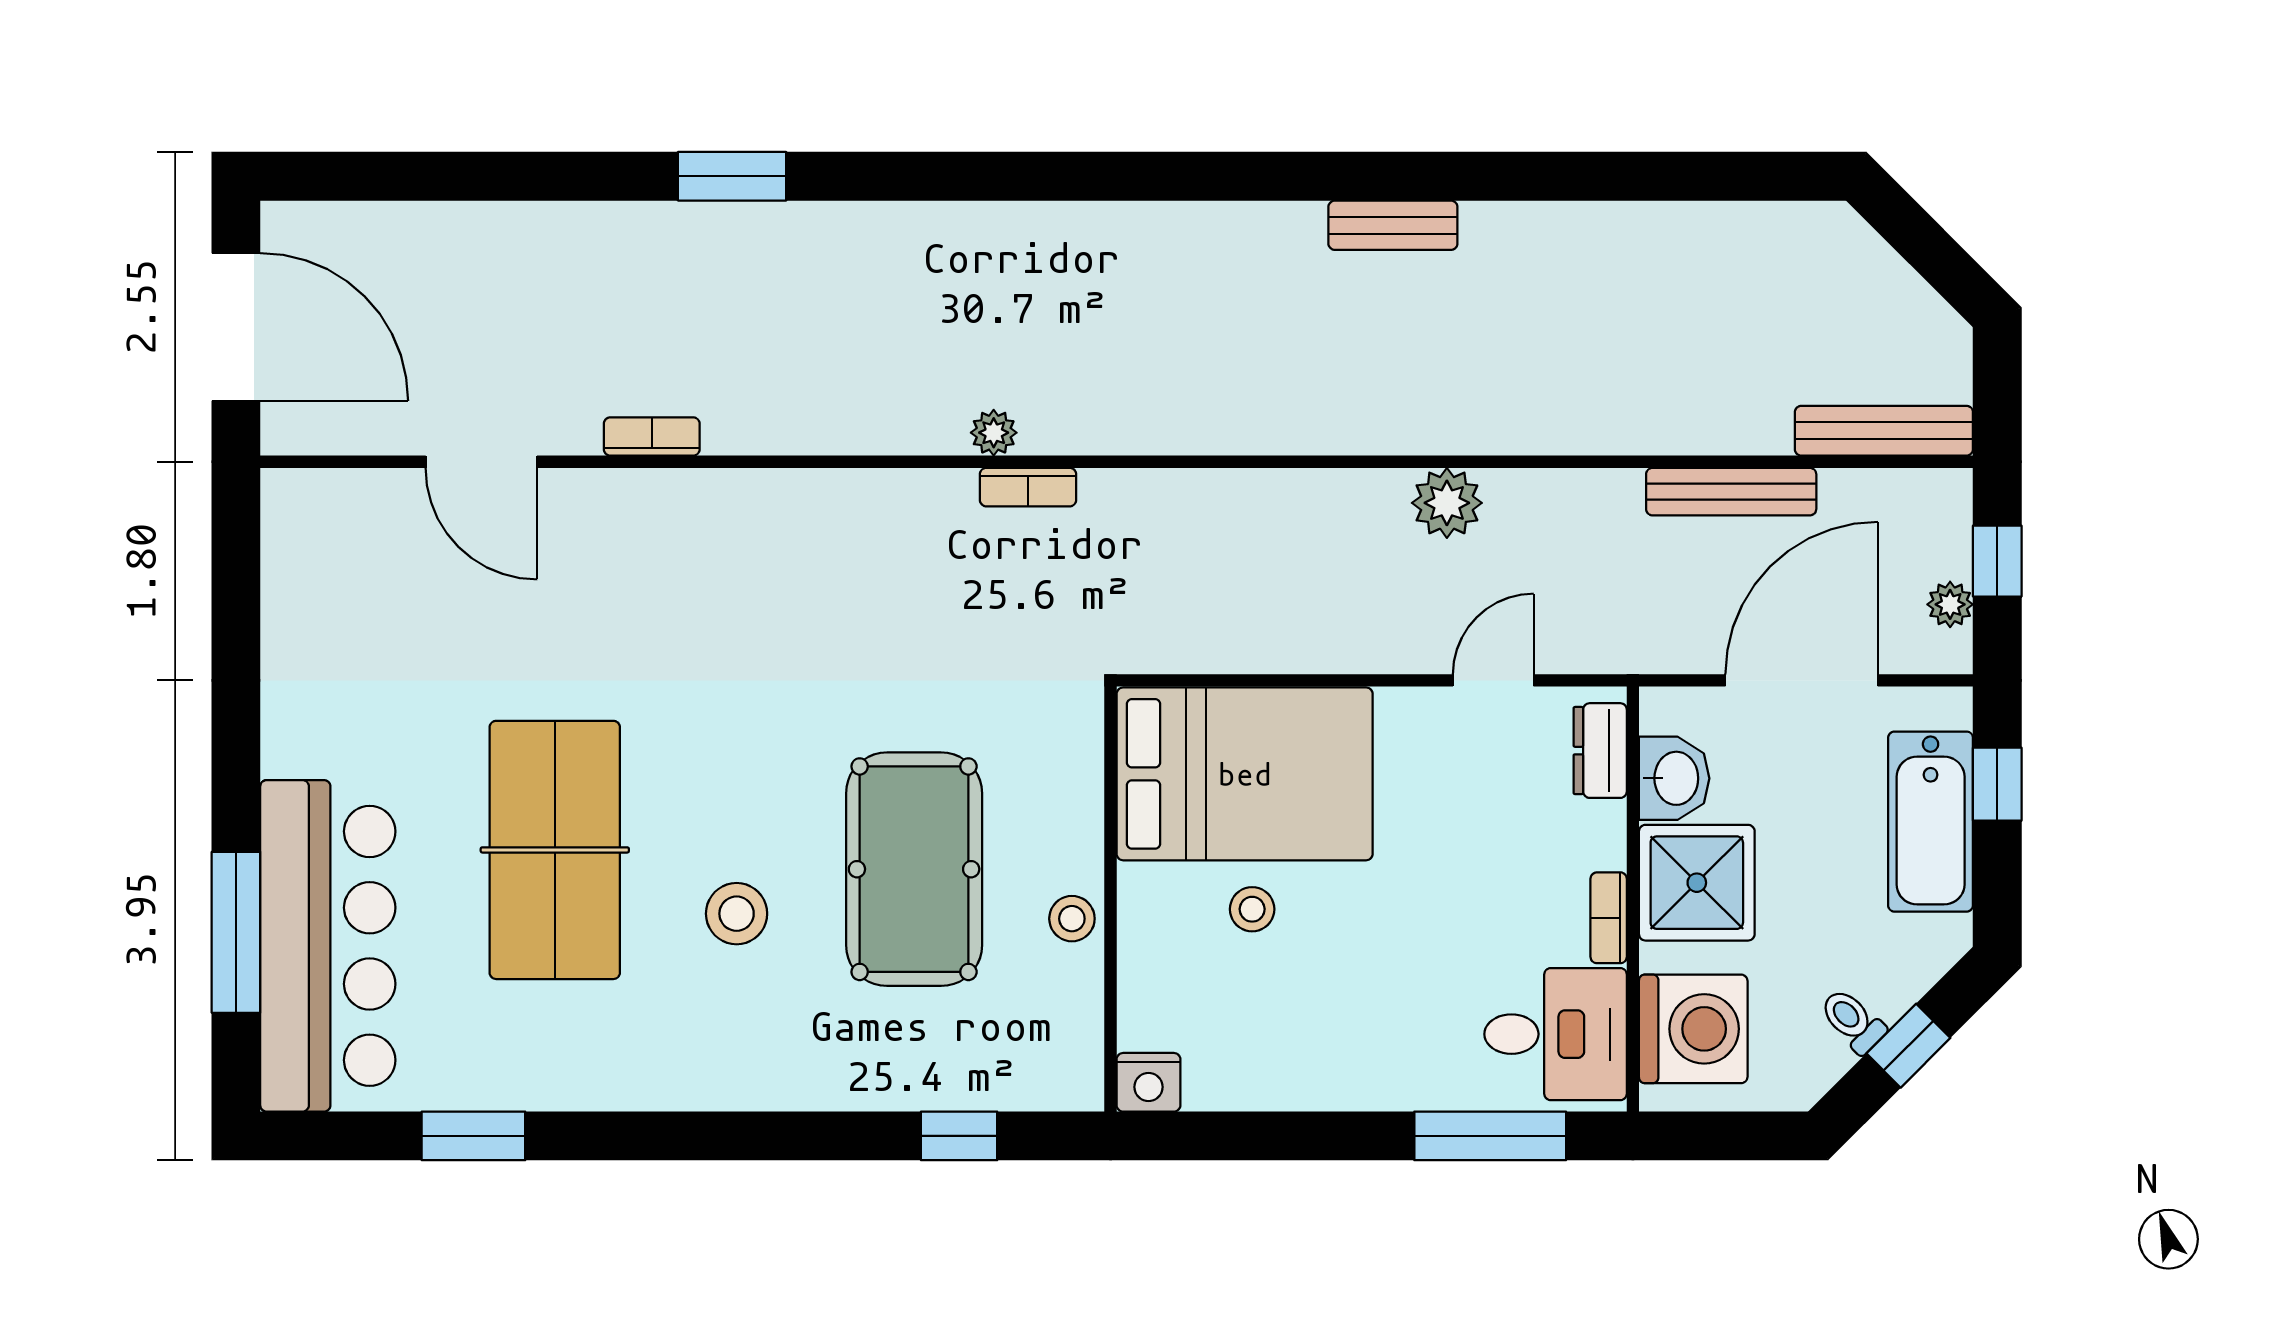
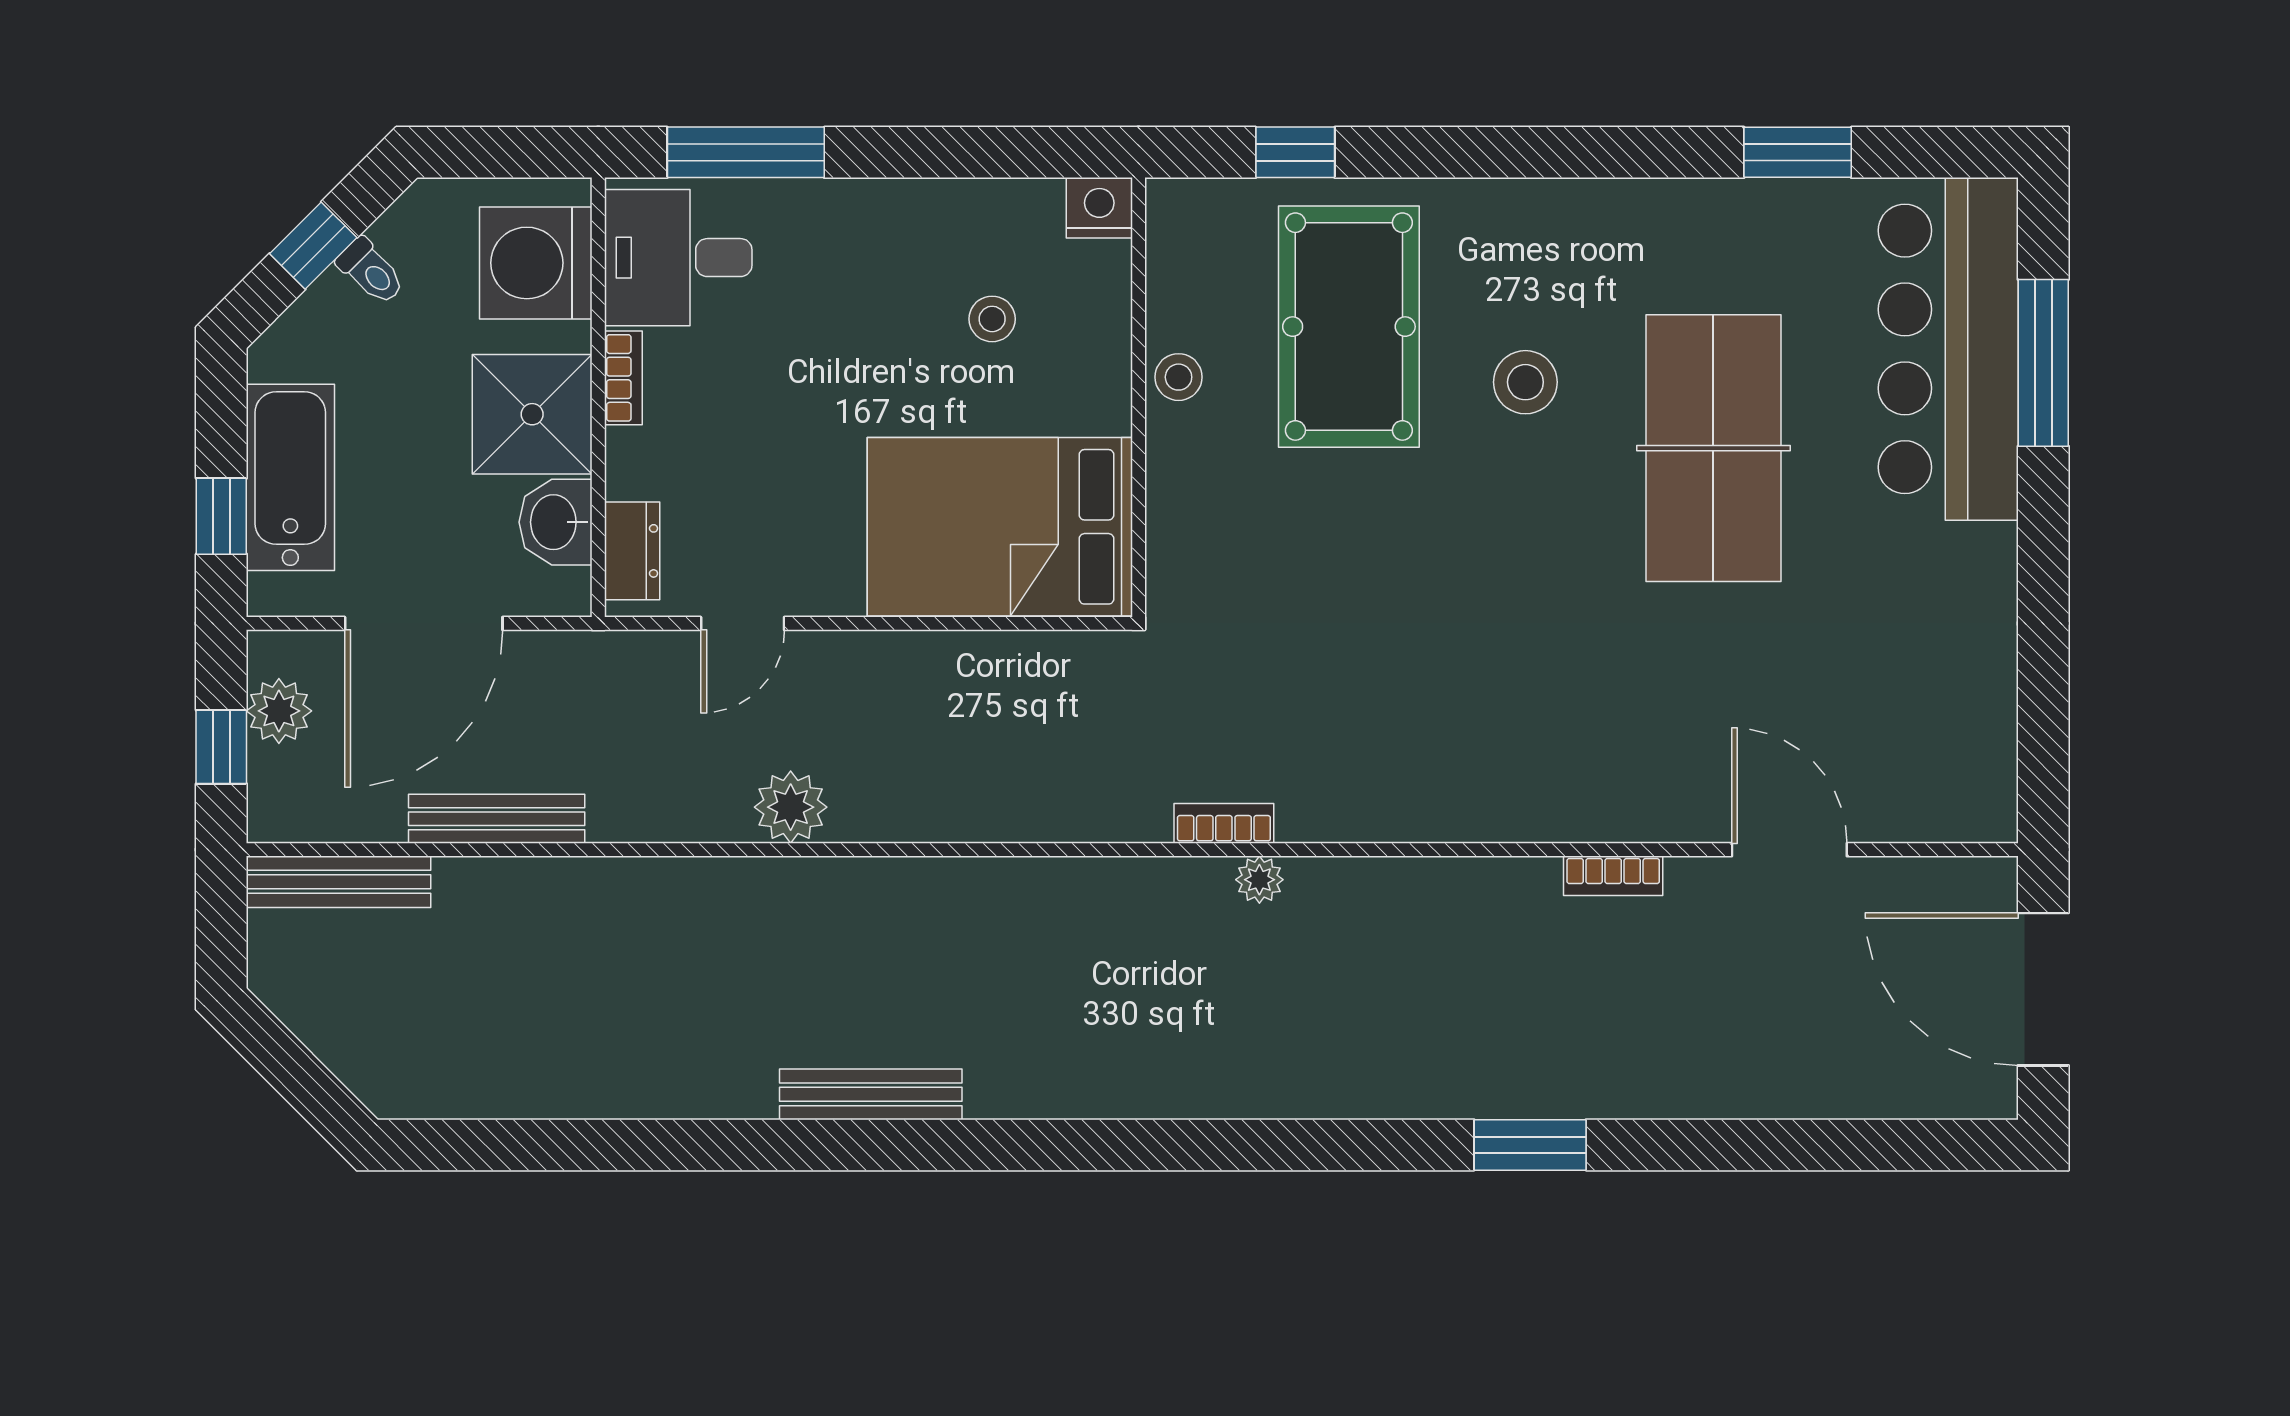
bench: (1393, 225) -> (871, 1094), width x1.36
plant: (1950, 604) -> (279, 711), width x1.38, depth x1.38
pool table: (914, 869) -> (1349, 327), moved
stool: (1252, 909) -> (992, 319), moved

